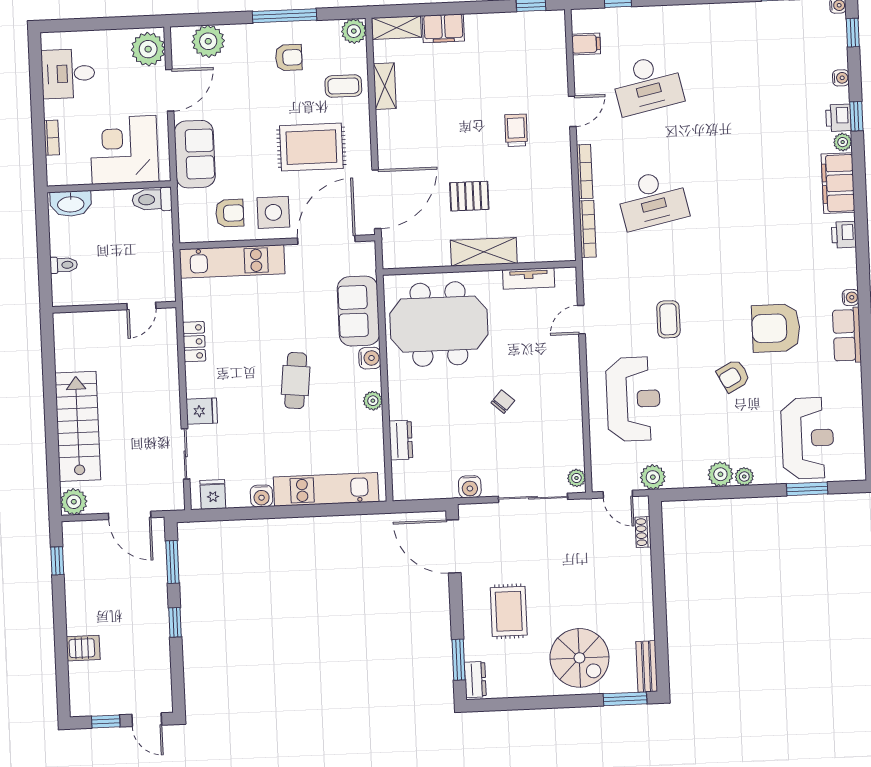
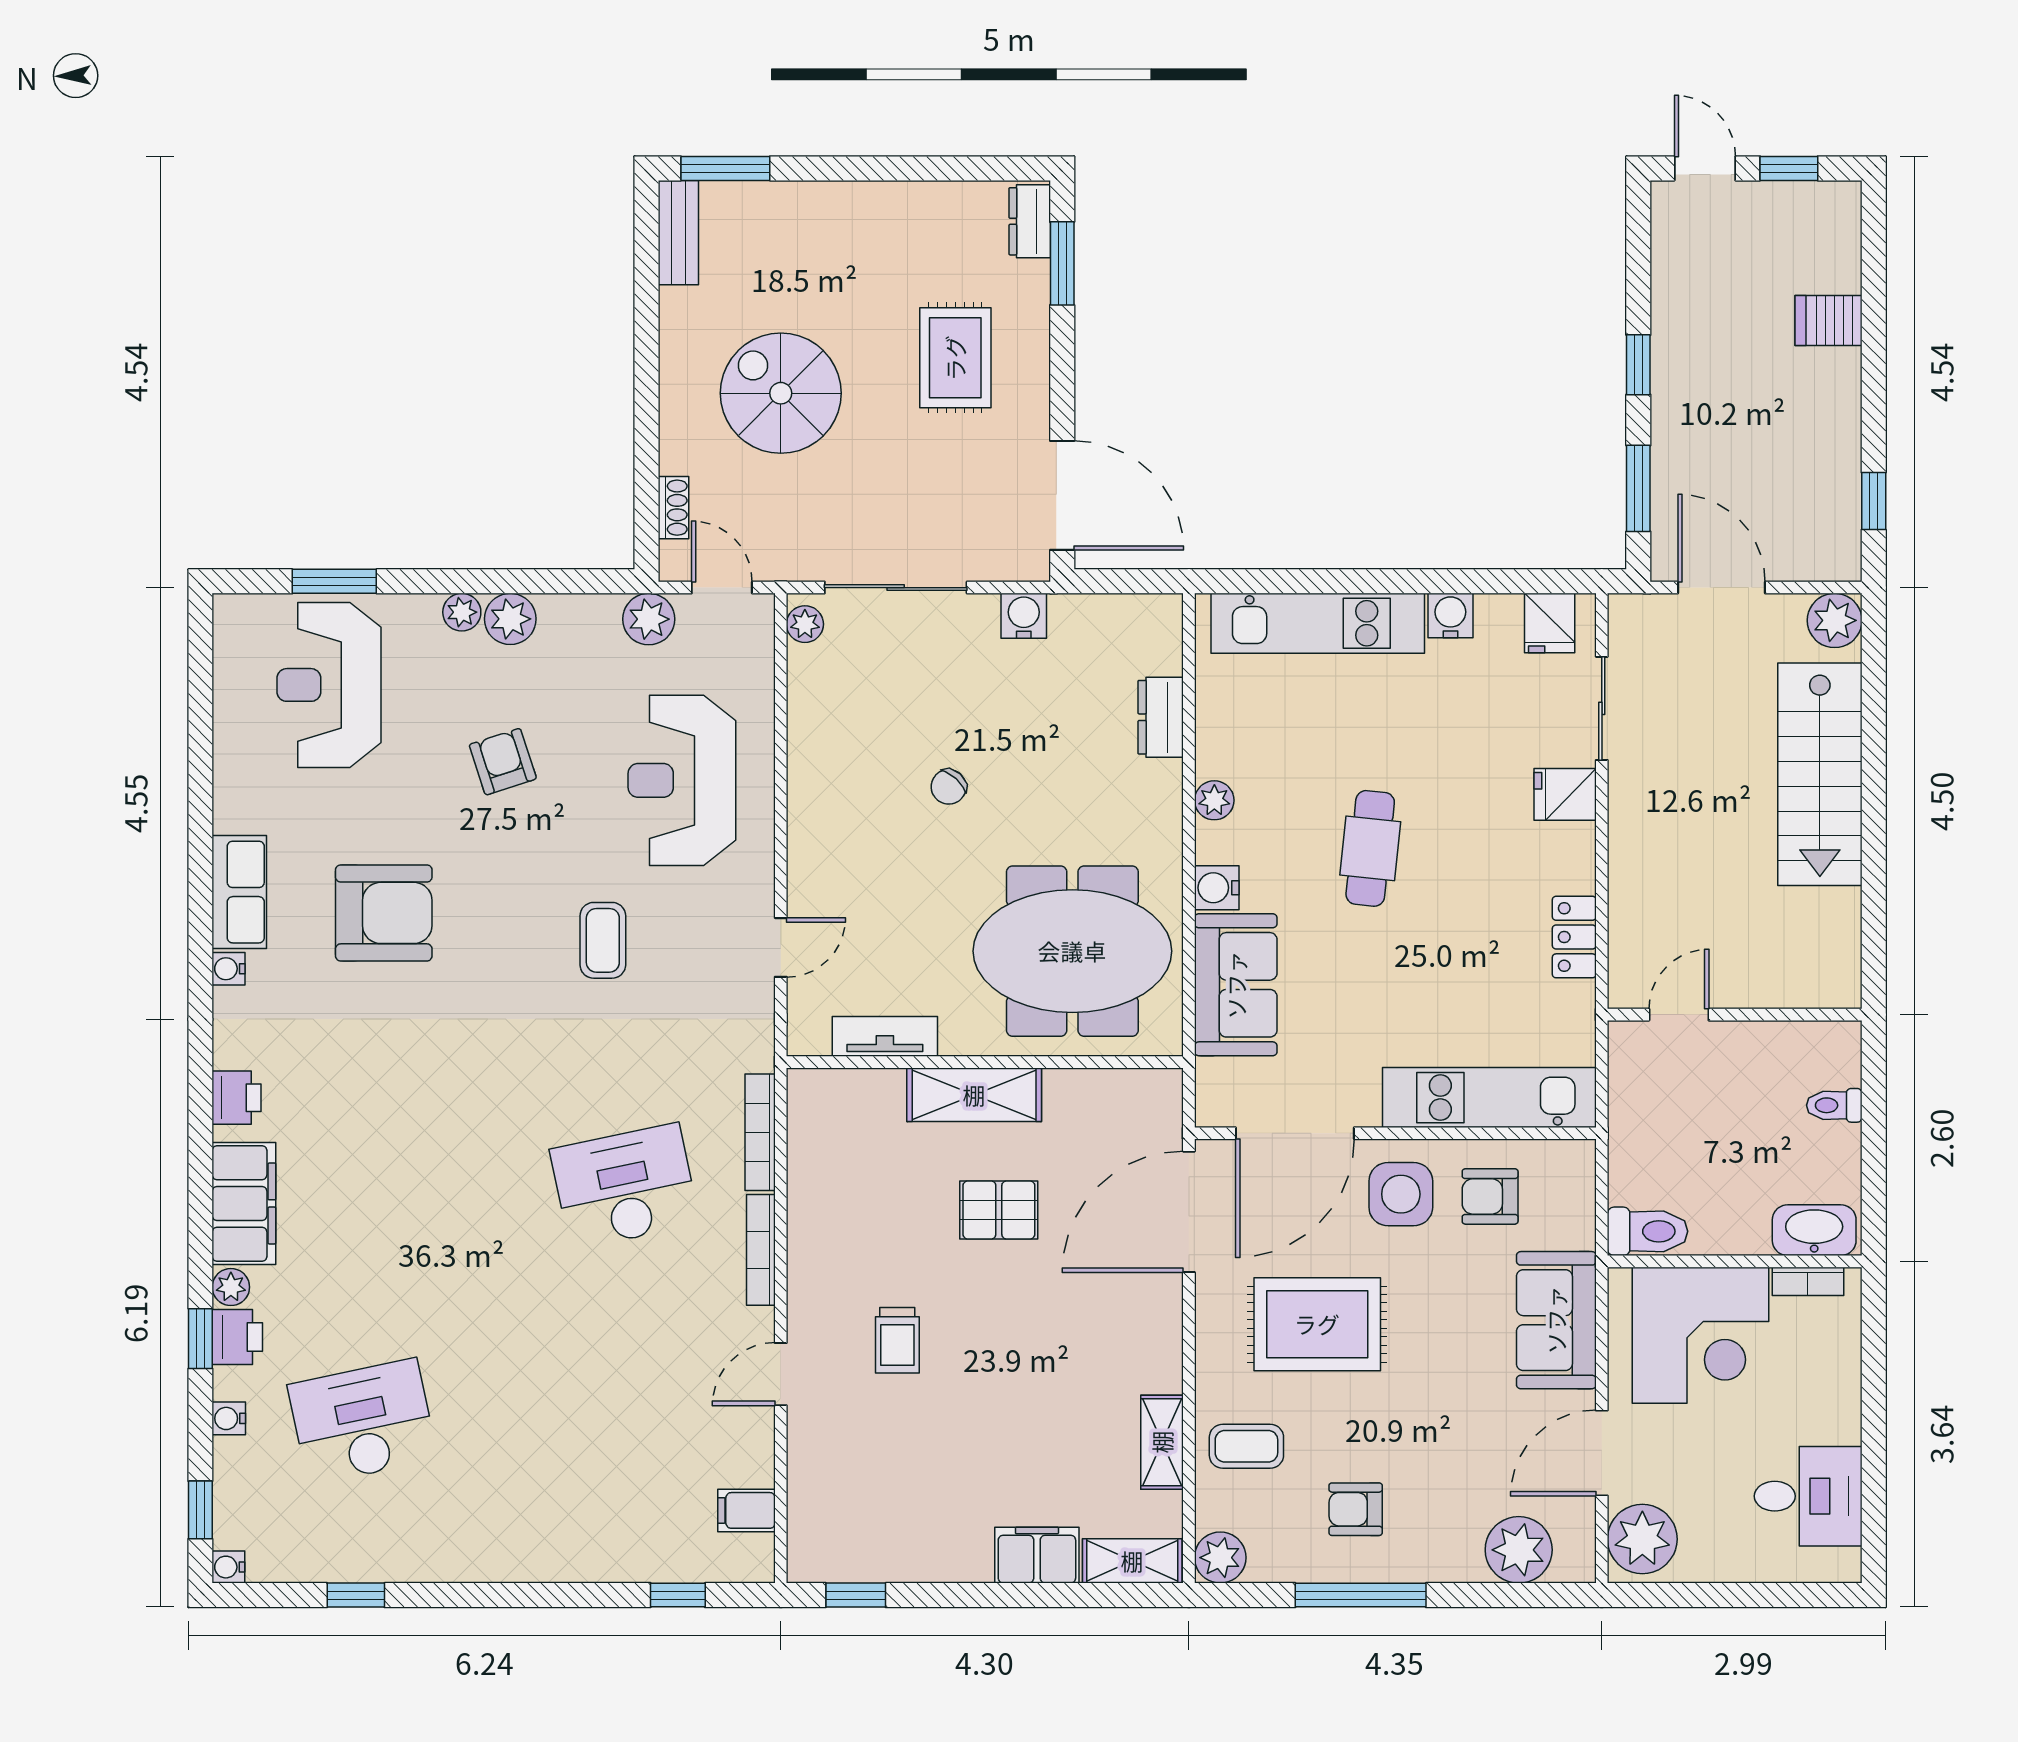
desk: (647, 85) -> (363, 1422), moved
bookcase: (52, 138) -> (1808, 1281), moved, turned -90
armchair: (733, 376) -> (503, 762), moved, turned -80
spiral stairs: (579, 658) -> (781, 393), moved

